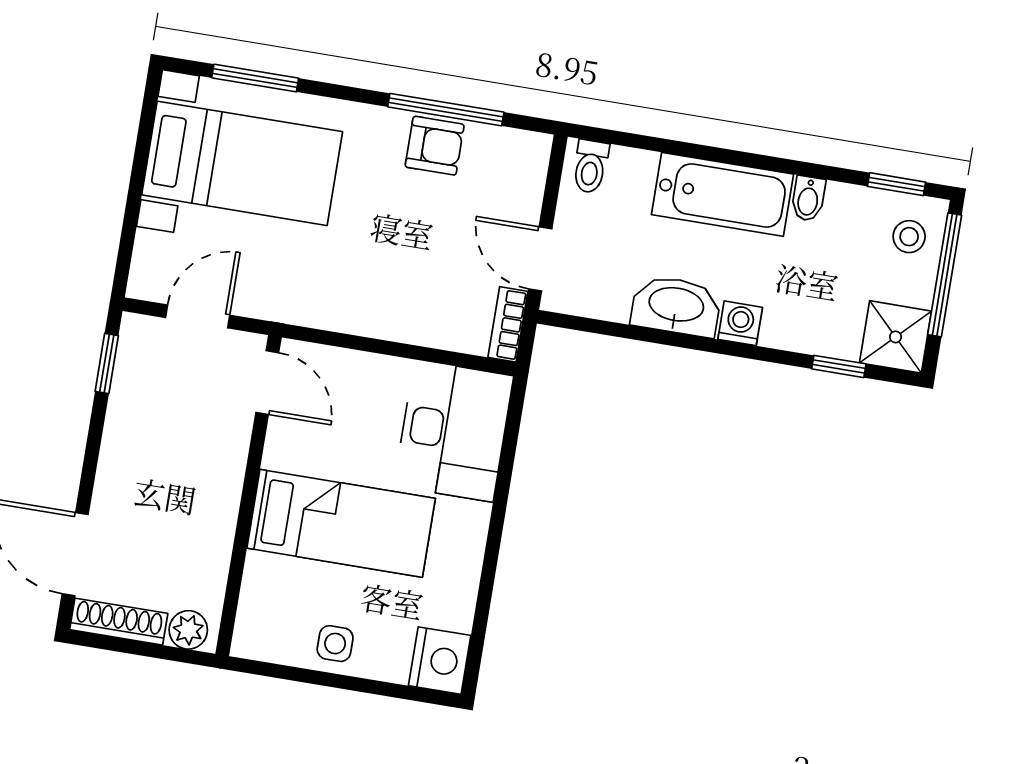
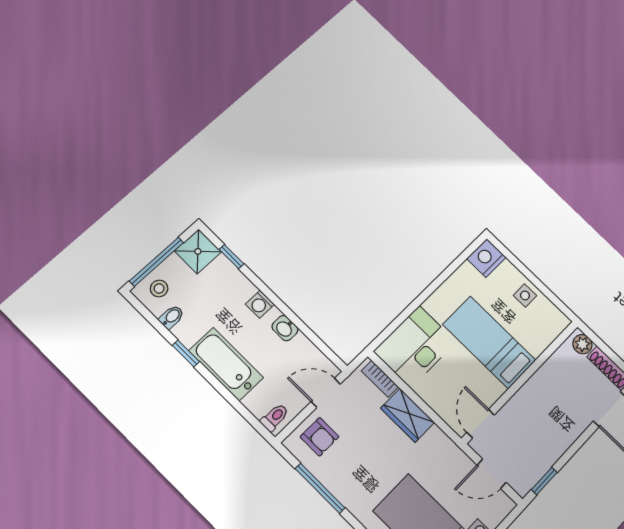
armchair: (435, 146) -> (320, 437), moved, turned 180
window: (897, 184) -> (186, 353), moved
bidet: (808, 199) -> (171, 317), moved
door: (540, 259) -> (326, 393), swing flipped
washbasin: (676, 306) -> (285, 328), width x0.52, depth x0.69
wardrobe: (390, 314) -> (408, 415), added
bookcase: (508, 324) -> (380, 379), moved, turned 90

